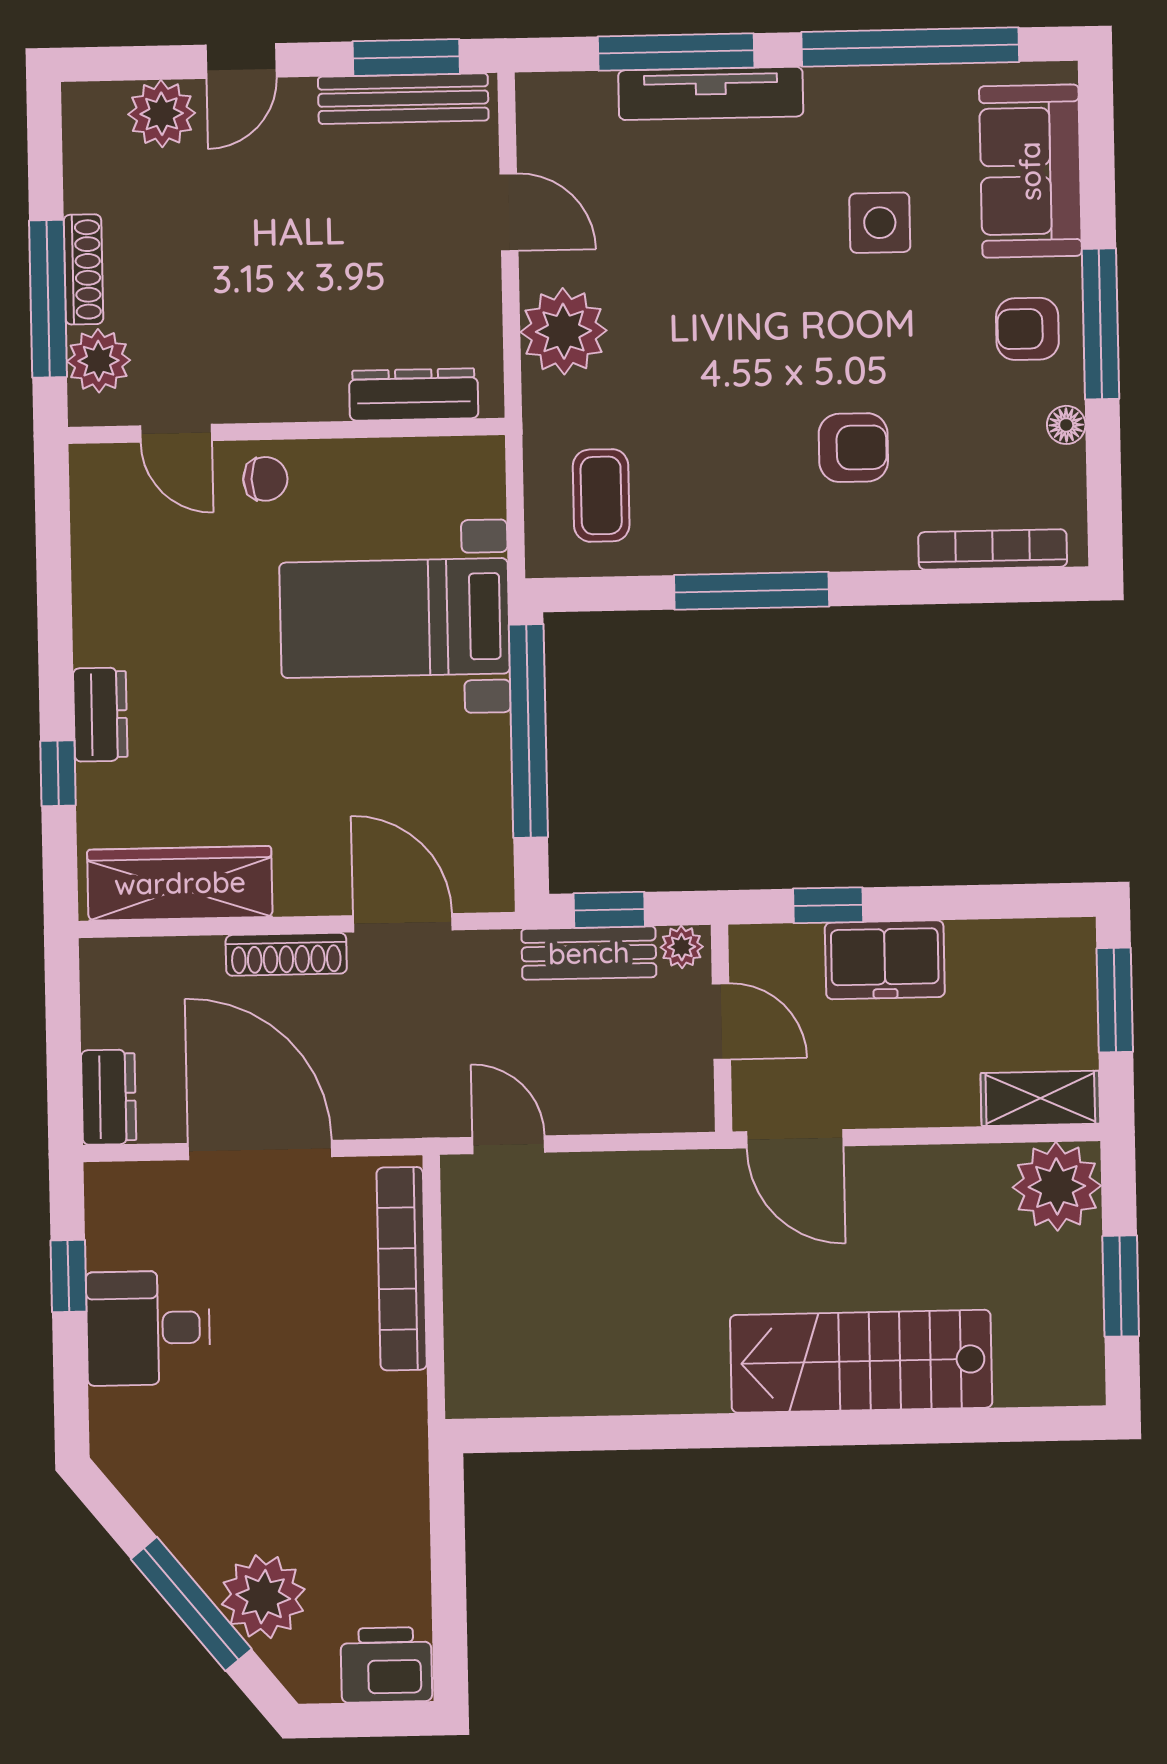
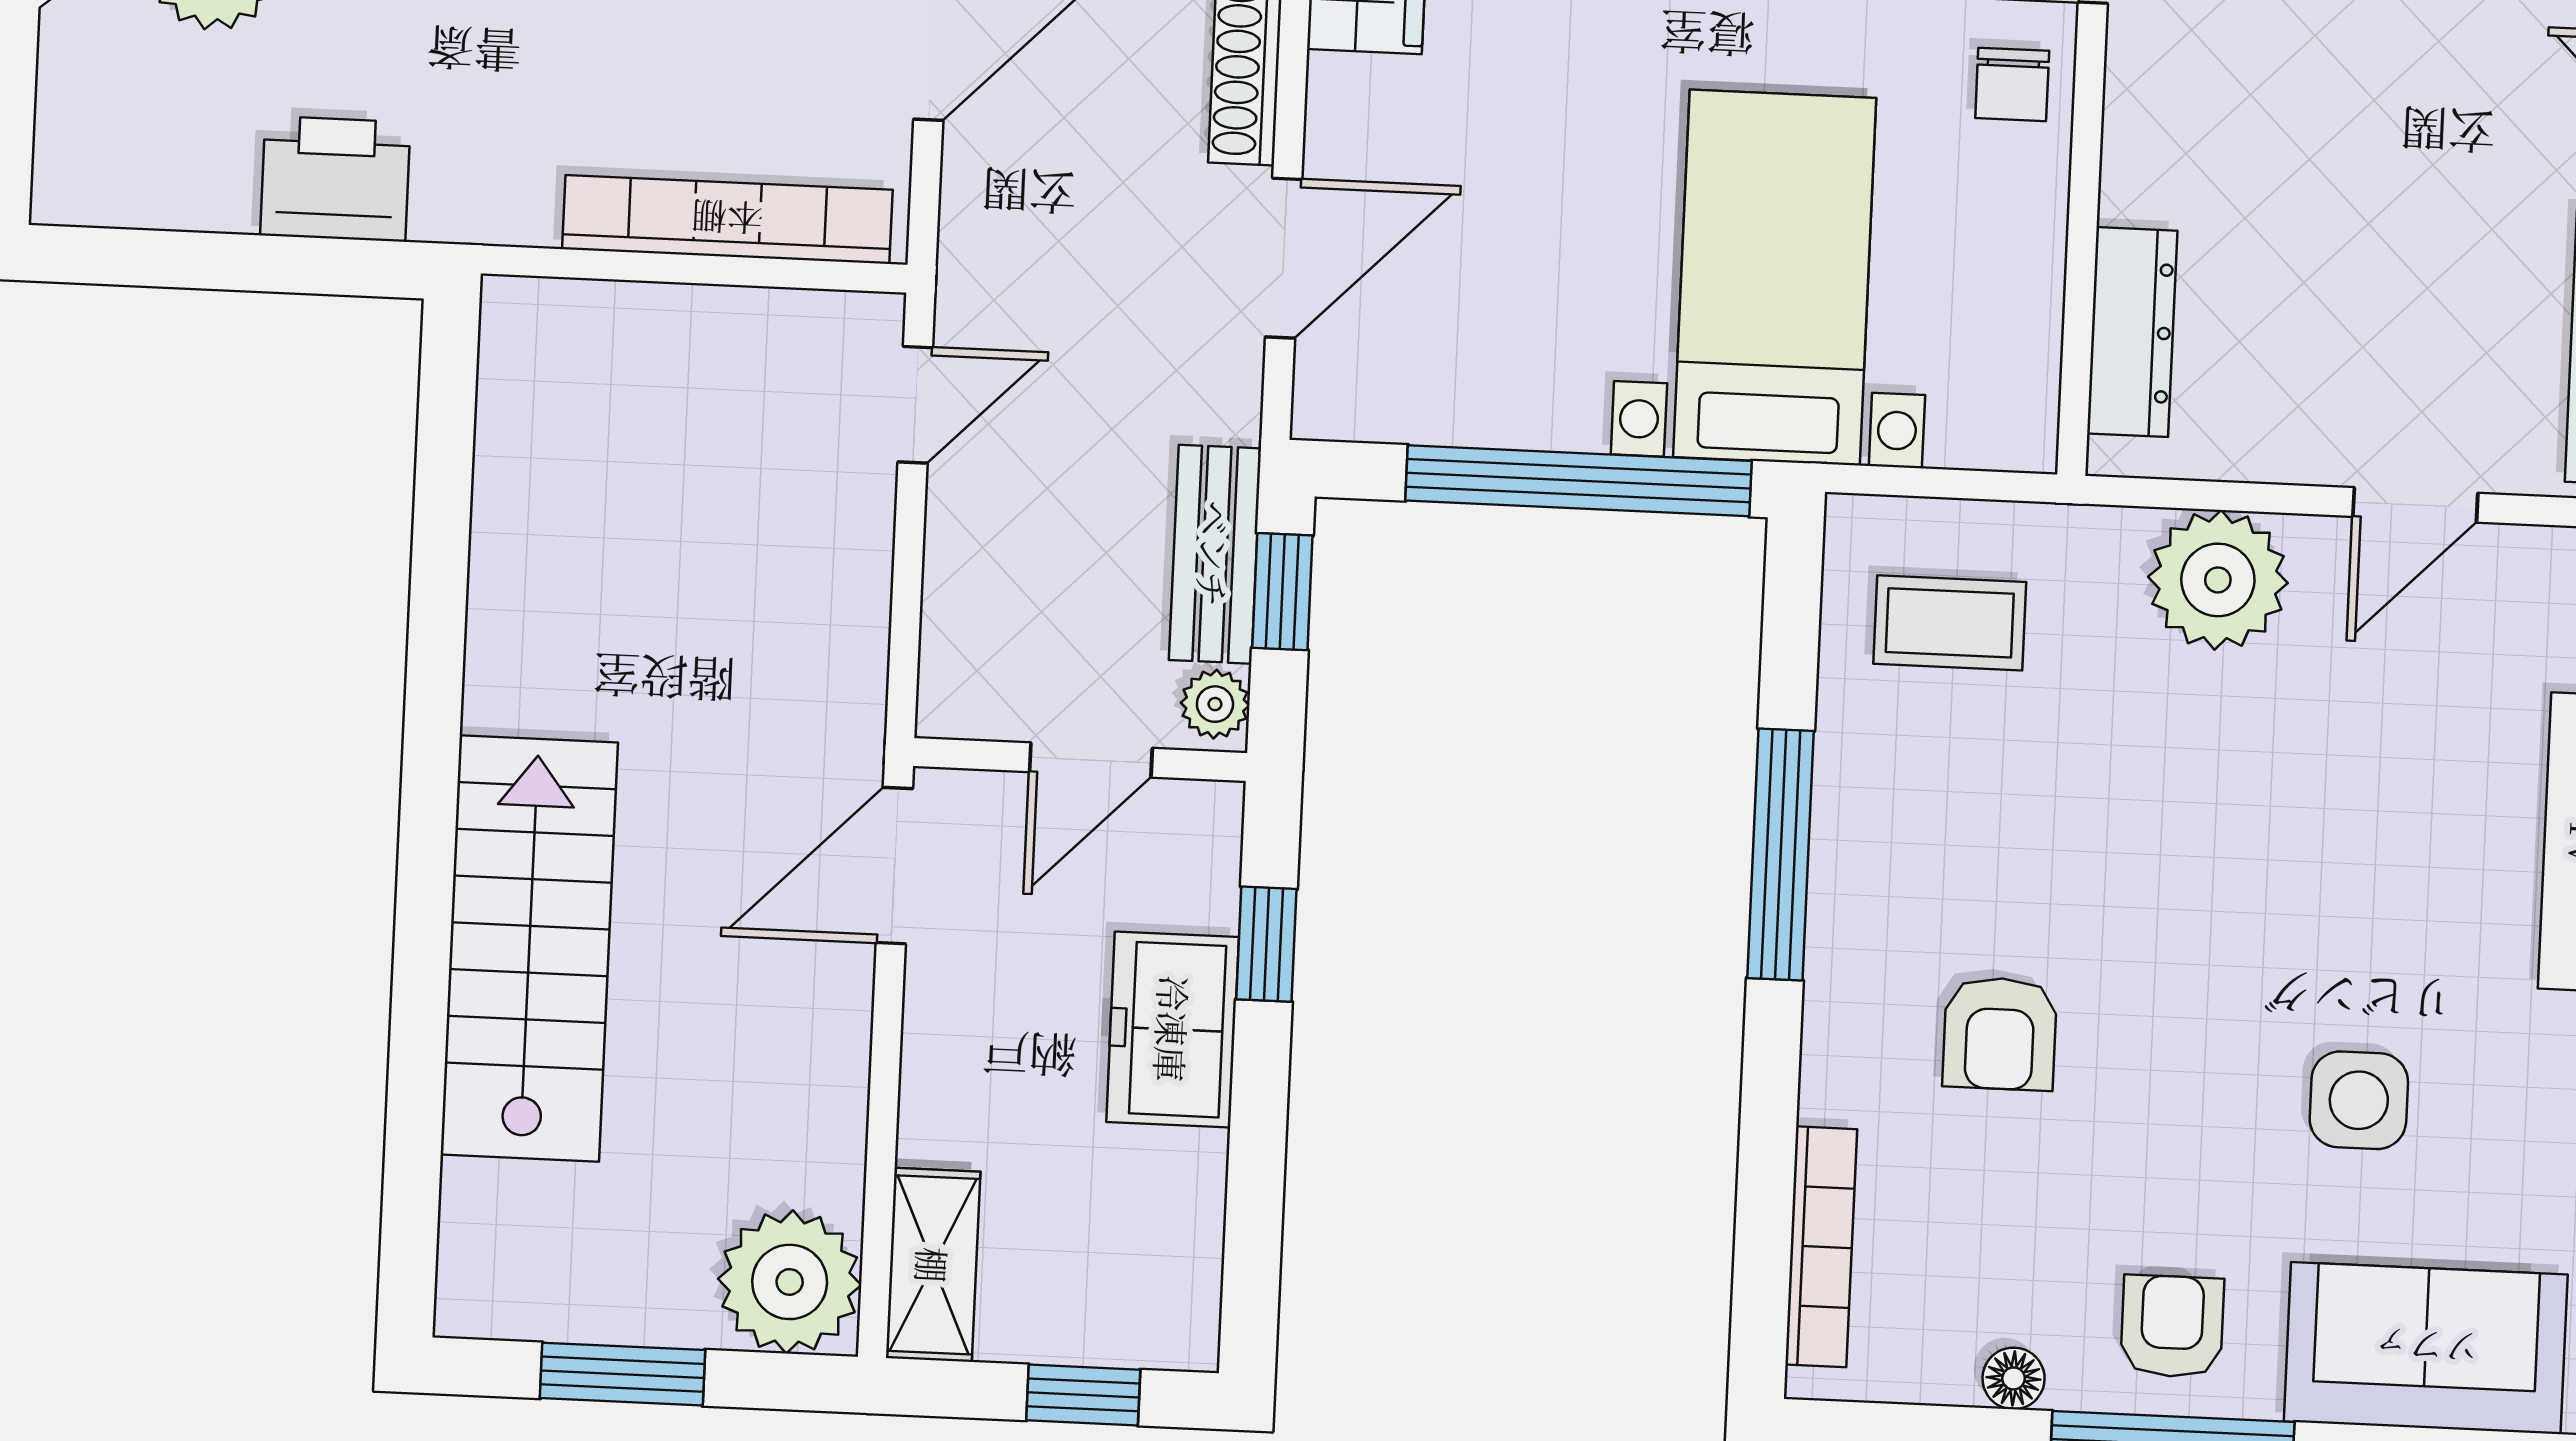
window: (1115, 1000) -> (1083, 1395), width x0.67
printer: (386, 1665) -> (335, 179), moved, turned -90

